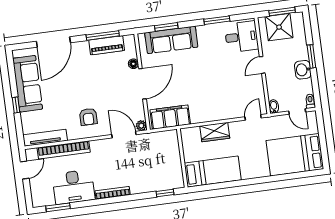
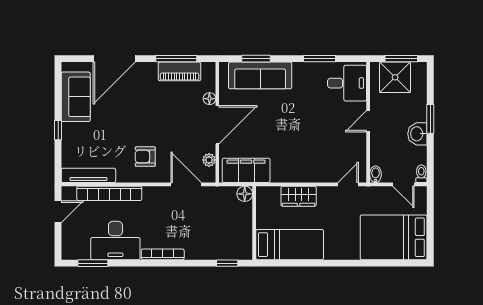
sofa: (28, 84) -> (76, 97), width x0.73
armchair: (88, 117) -> (145, 157), turned 90
plant: (141, 126) -> (209, 160), moved
floor lamp: (172, 136) -> (245, 194), added

